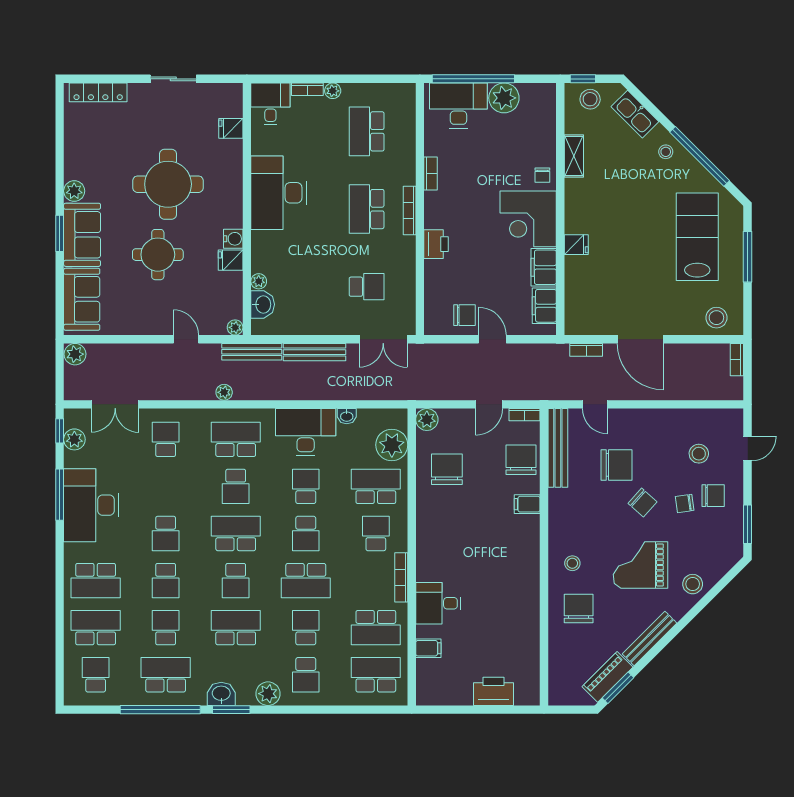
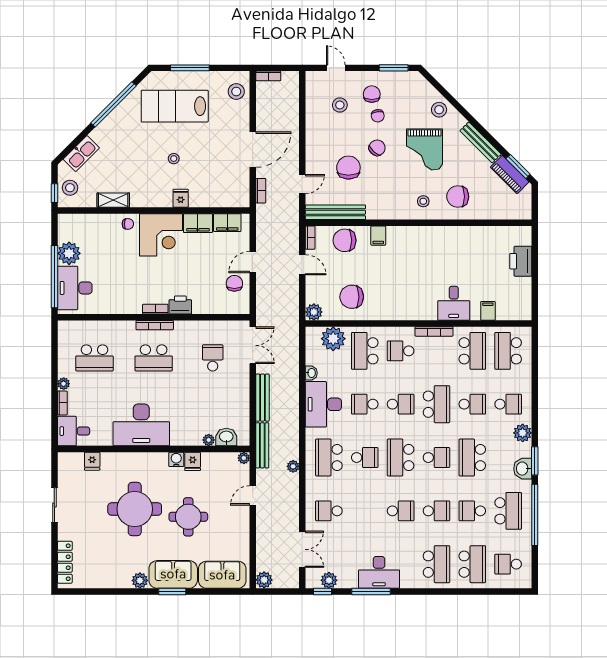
stool: (666, 152) -> (174, 159), moved
bookcase: (431, 173) -> (155, 309), moved
desk: (91, 505) -> (379, 572), width x0.73, depth x0.77
school desk: (96, 628) -> (472, 564), turned 180
school desk: (306, 628) -> (472, 404), turned 180
school desk: (166, 675) -> (508, 511), turned 180

